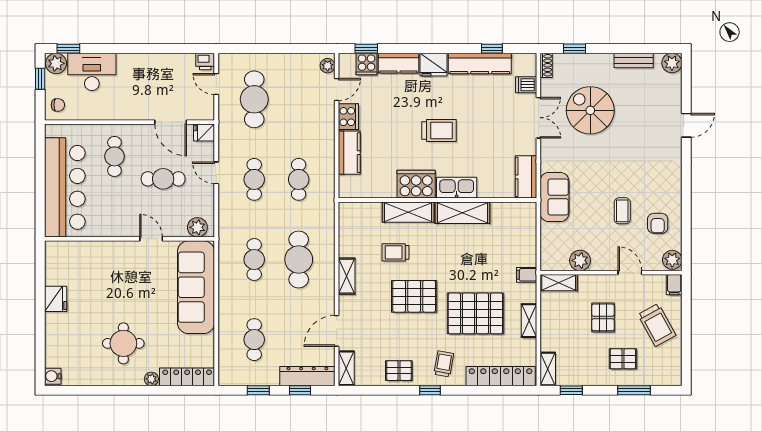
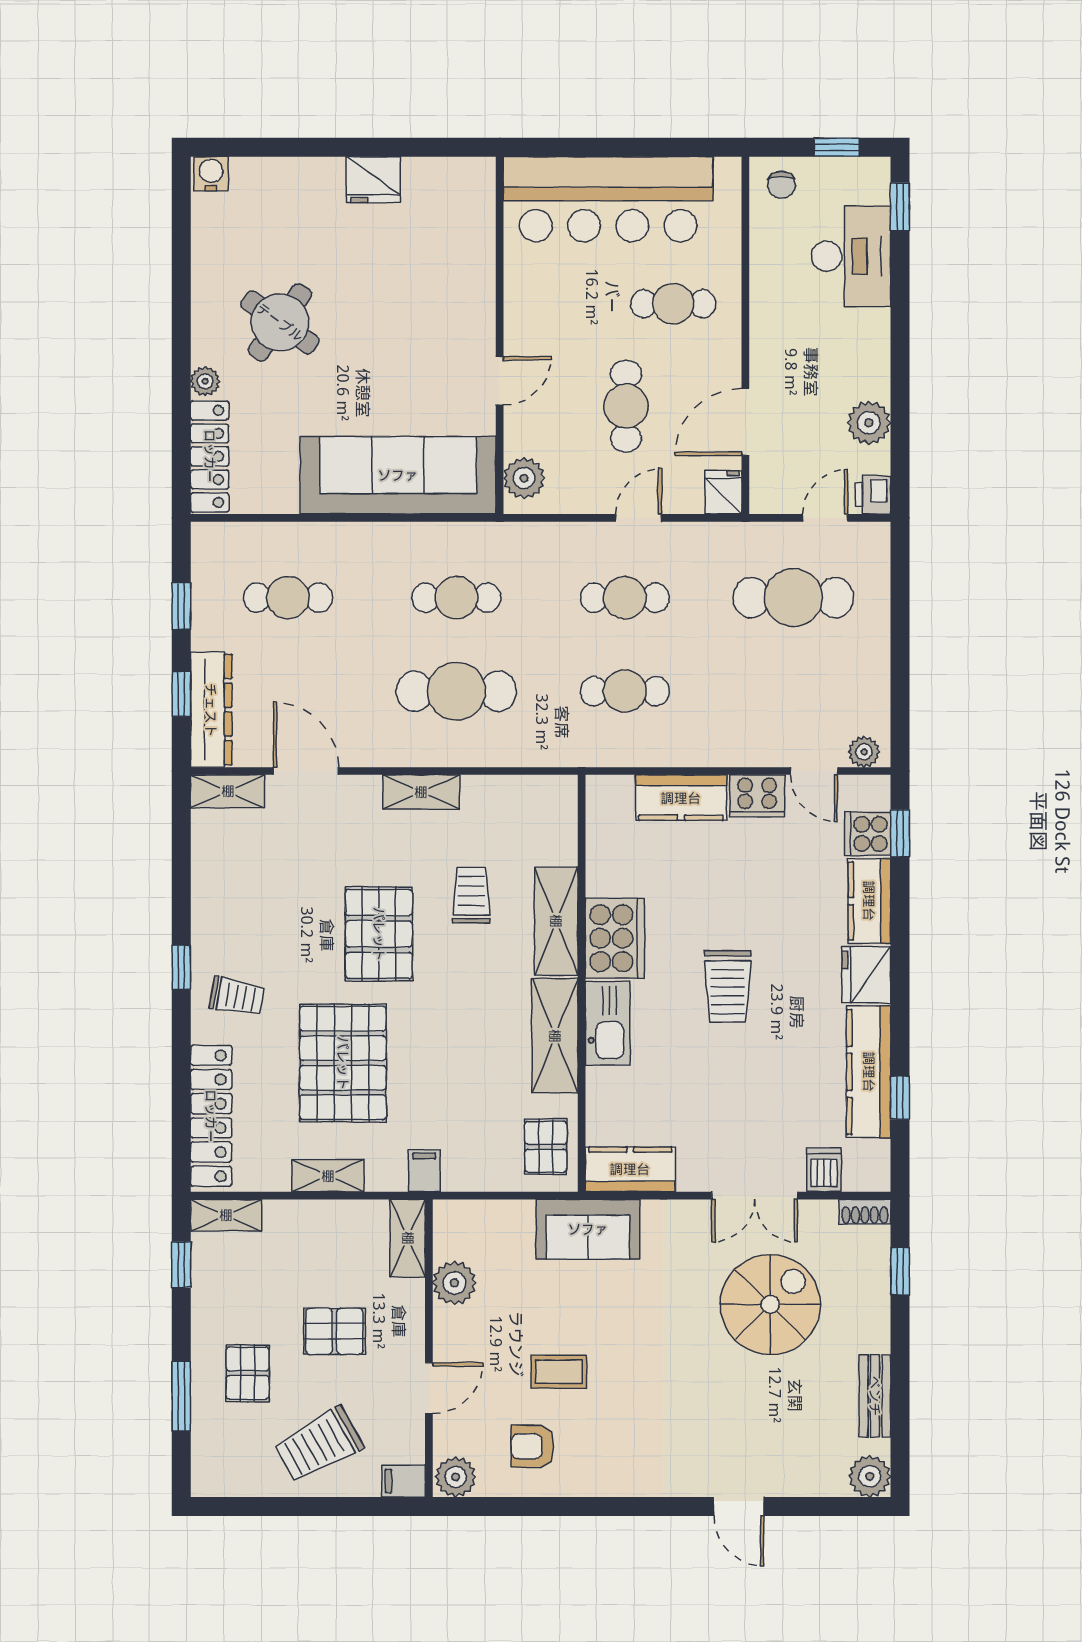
plant: (56, 63) -> (869, 423), moved
round table: (123, 343) -> (280, 322), turned 36
pallet: (399, 371) -> (546, 1147), moved

